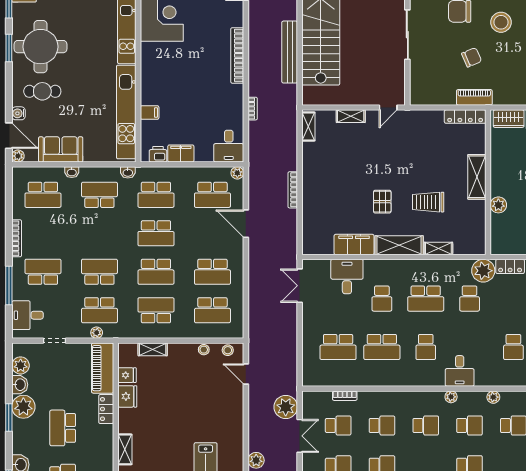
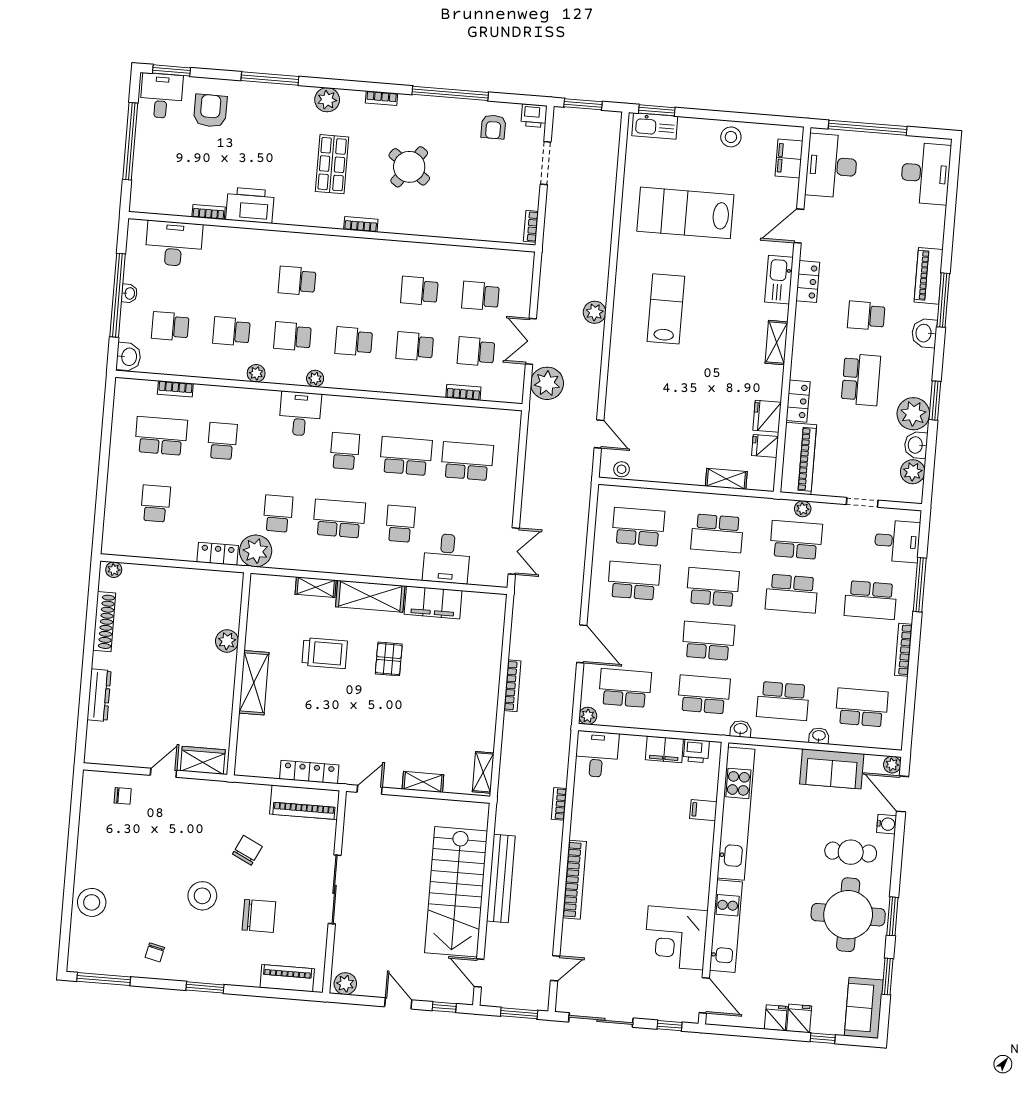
chair: (472, 57) -> (247, 850), turned 139
piano: (474, 97) -> (305, 802), moved, width x1.37, depth x1.33
locker: (465, 117) -> (309, 772), moved
stool: (204, 350) -> (655, 473), removed

